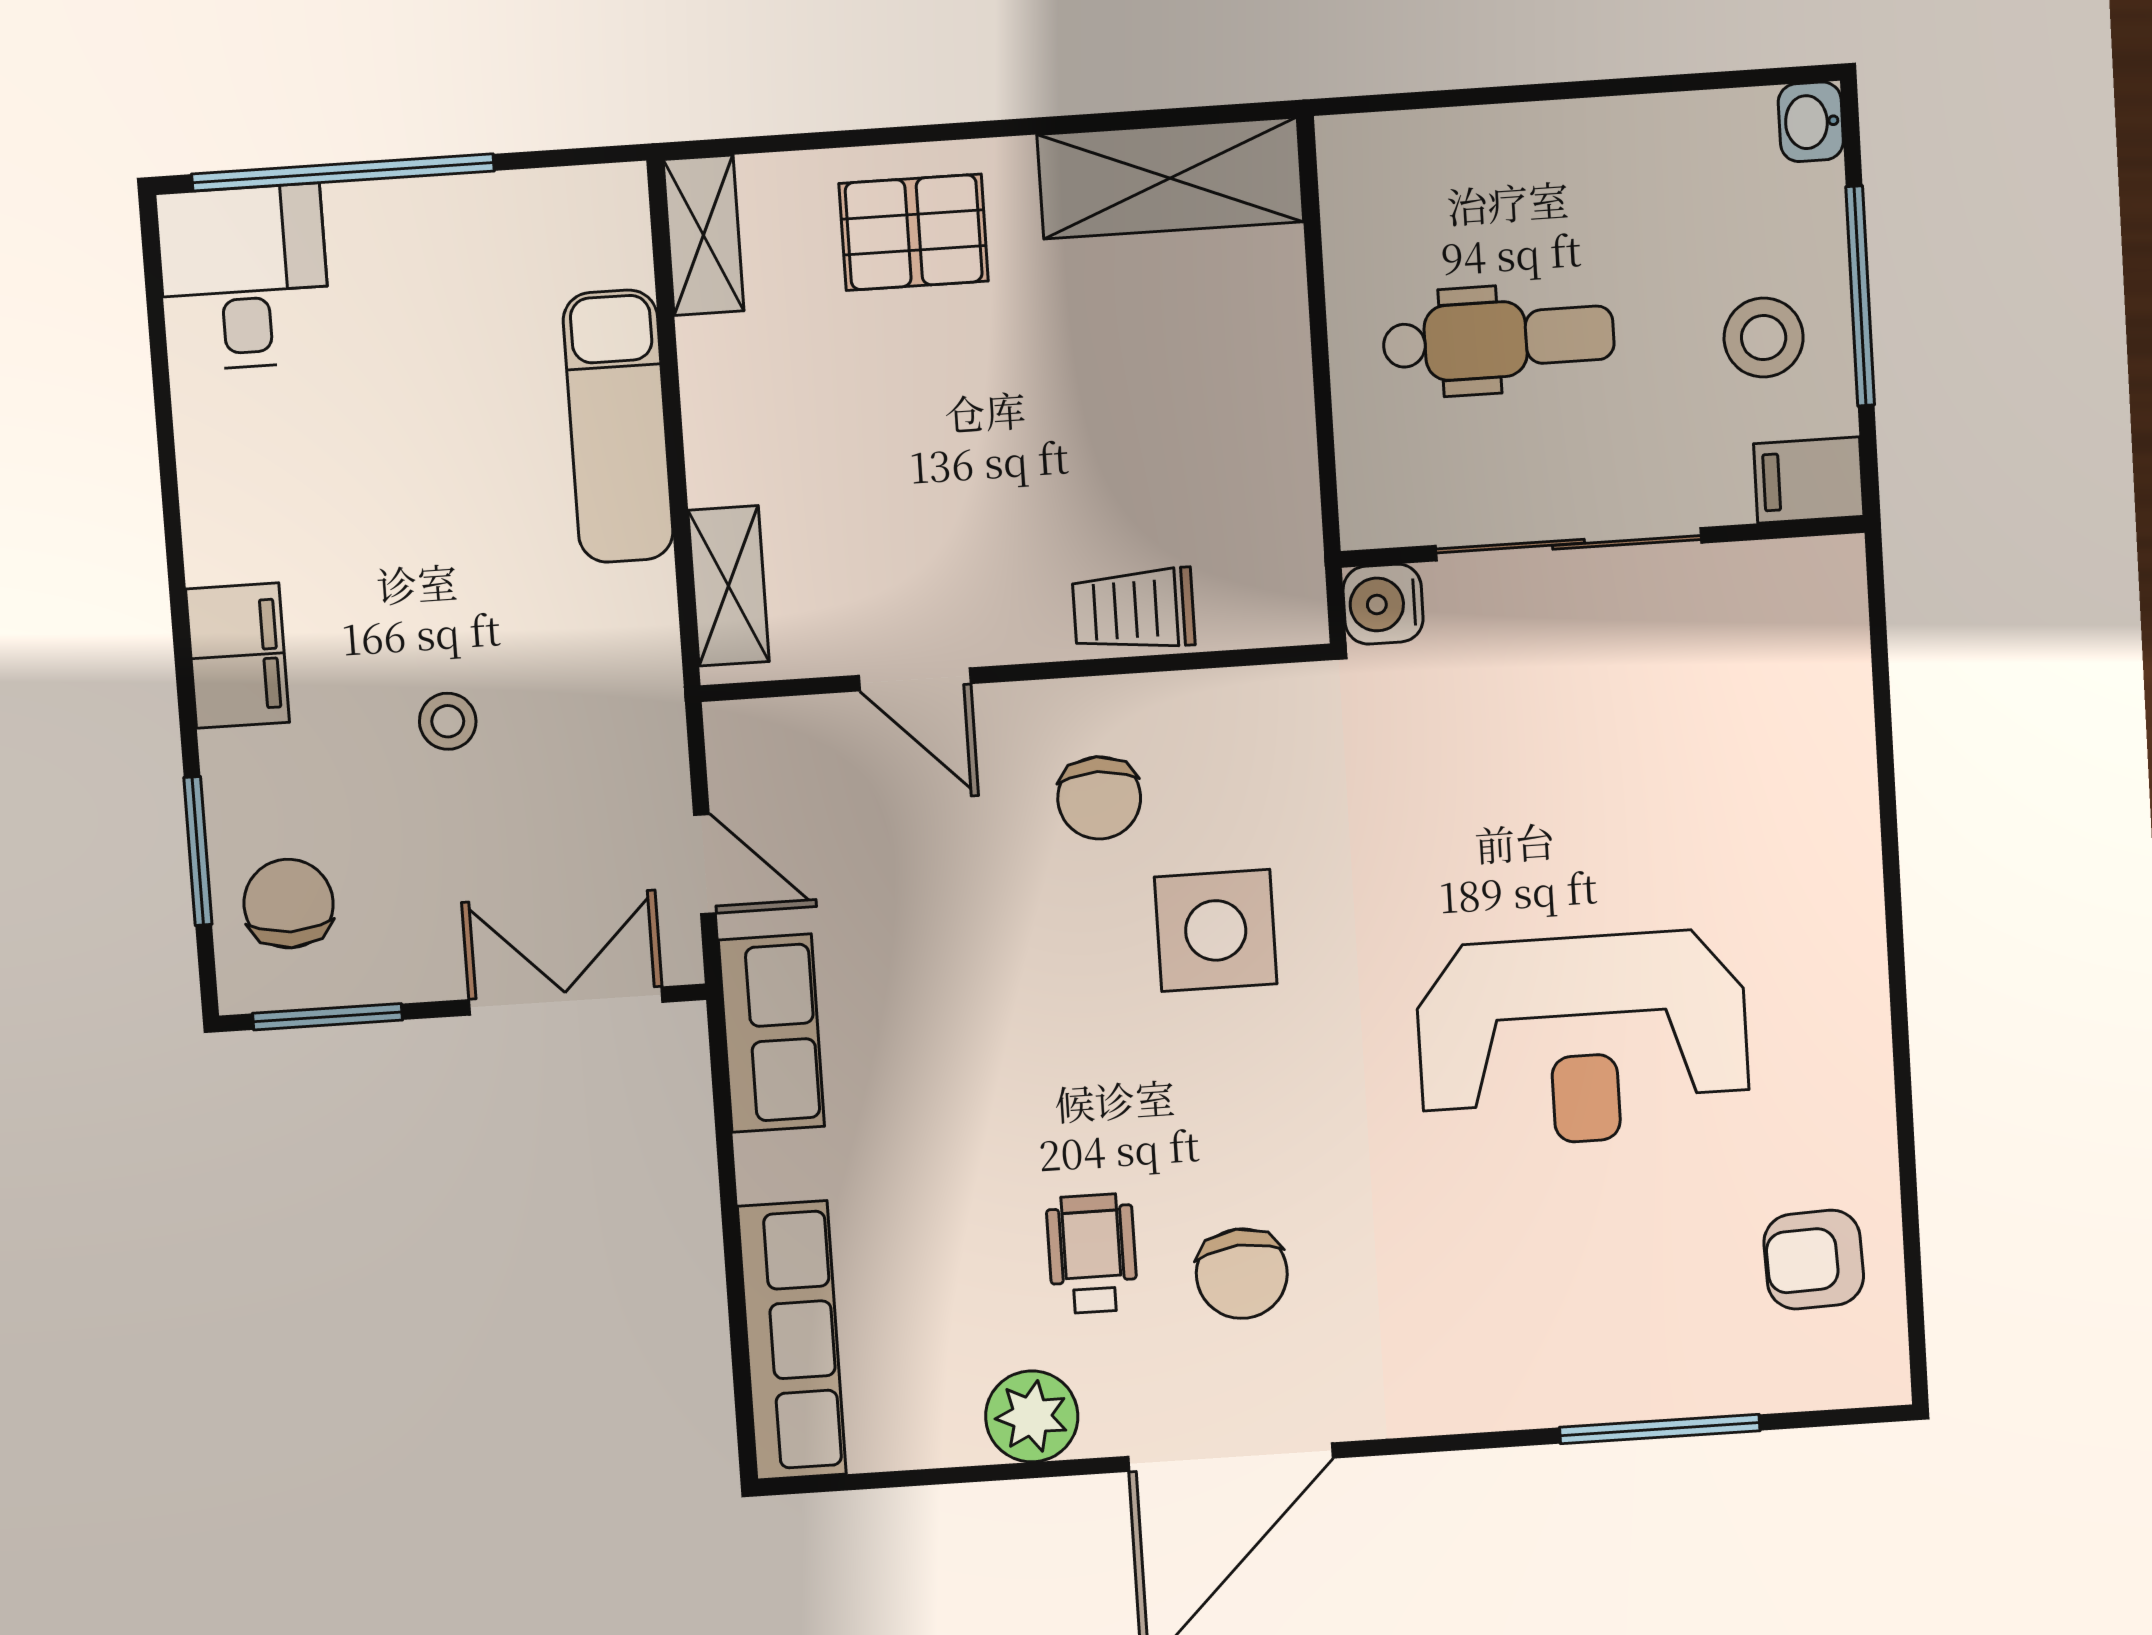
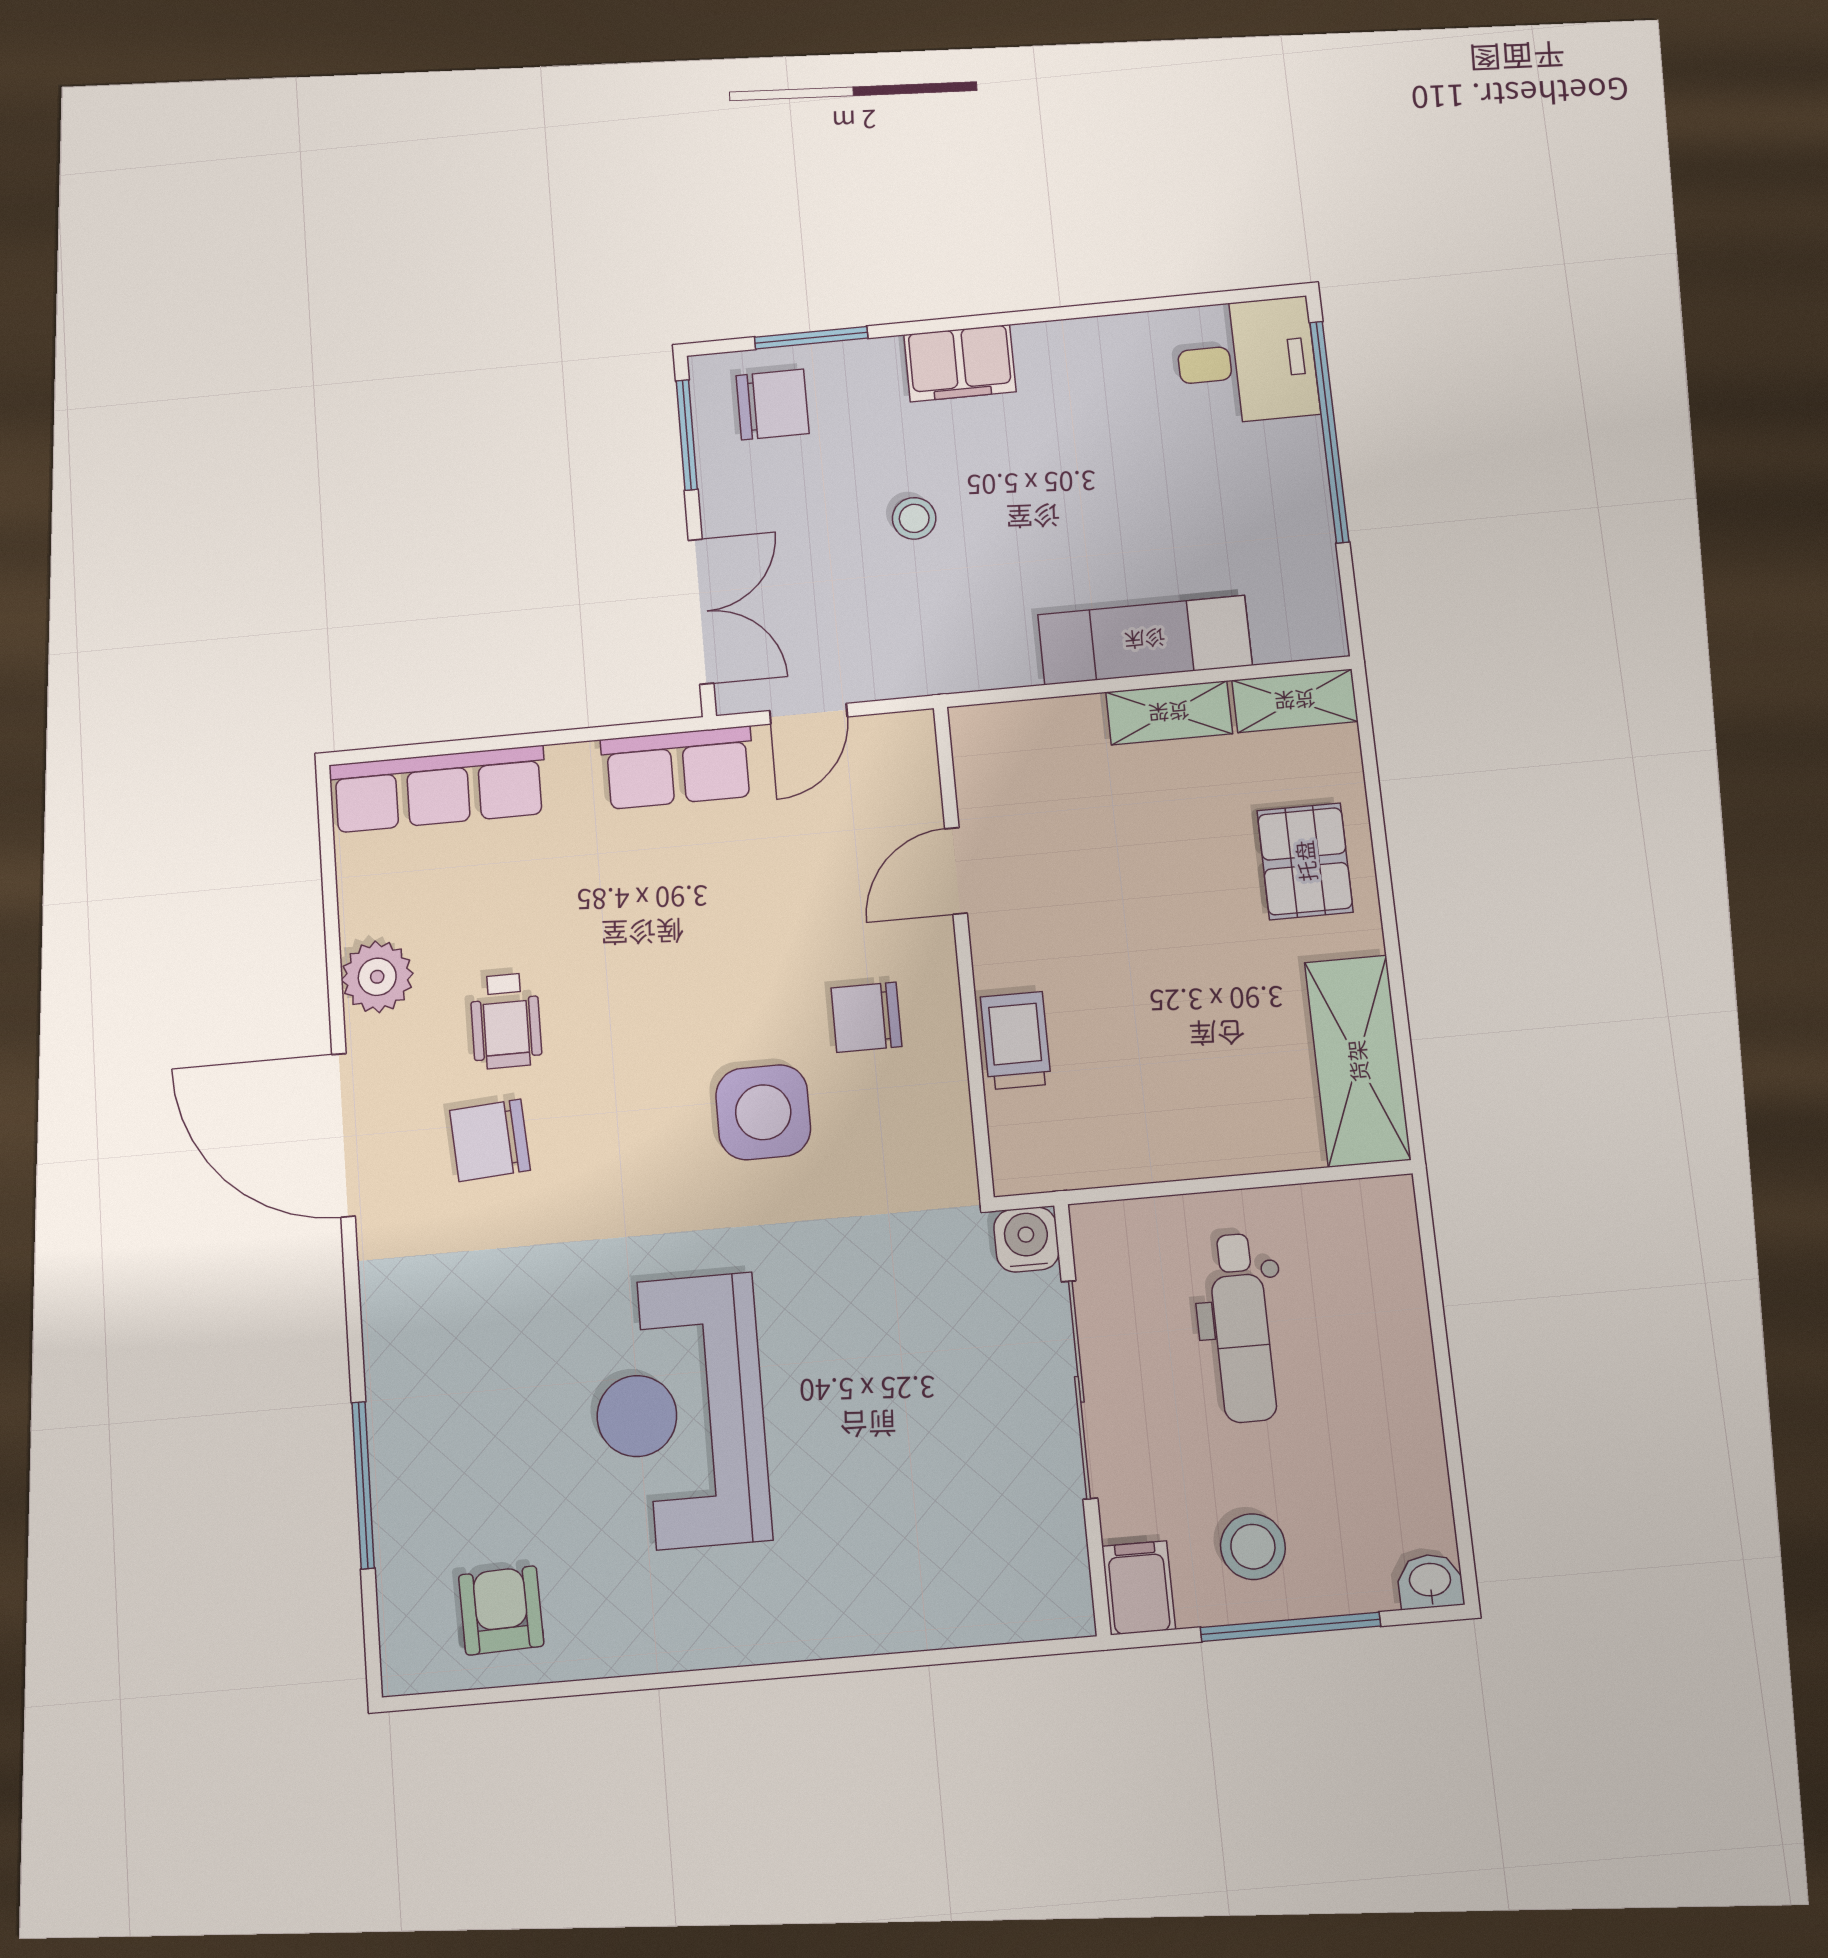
shelving: (729, 586) -> (1169, 713), moved
wheelchair: (1092, 1254) -> (506, 1021), turned 90

